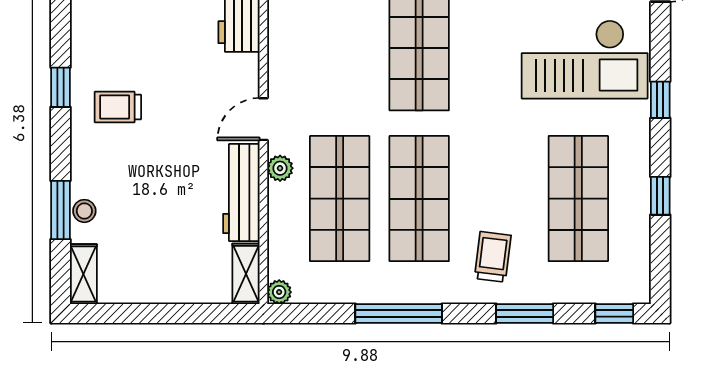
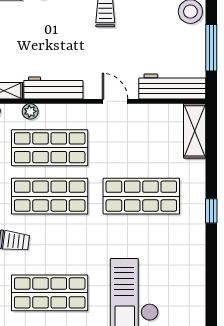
door: (263, 119) -> (115, 101), moved
plant: (280, 168) -> (30, 111), moved

